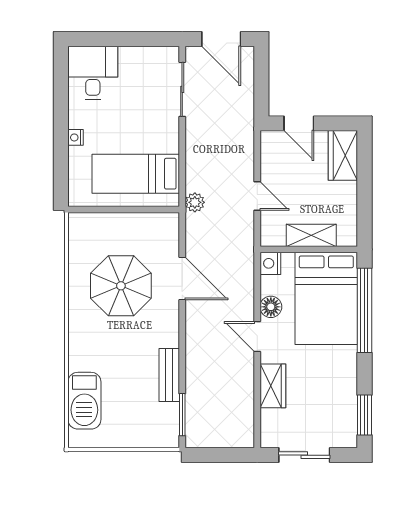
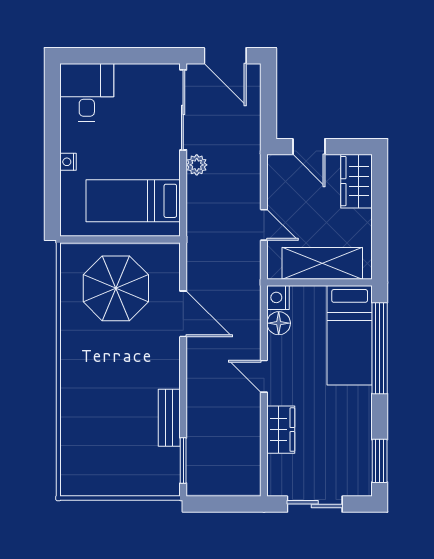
sliding door: (182, 89) -> (183, 110), width x1.37
plant: (195, 202) -> (197, 165), moved
shelving: (311, 235) -> (322, 263), width x1.50, depth x1.33
parasol: (121, 286) -> (116, 288), moved
bed: (326, 298) -> (350, 335), width x0.67
floor lamp: (271, 307) -> (279, 323), moved
barbecue: (84, 401) -> (78, 445), removed

